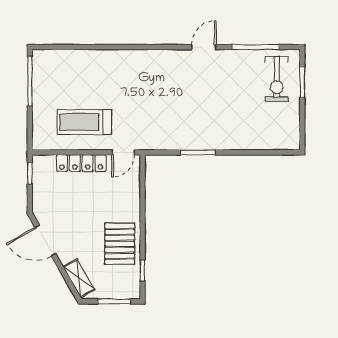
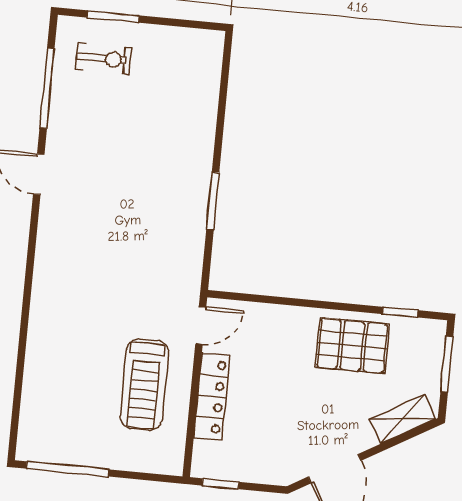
exercise bike: (277, 79) -> (104, 59), width x0.73, depth x0.72
door: (123, 152) -> (201, 325), hinge flipped

